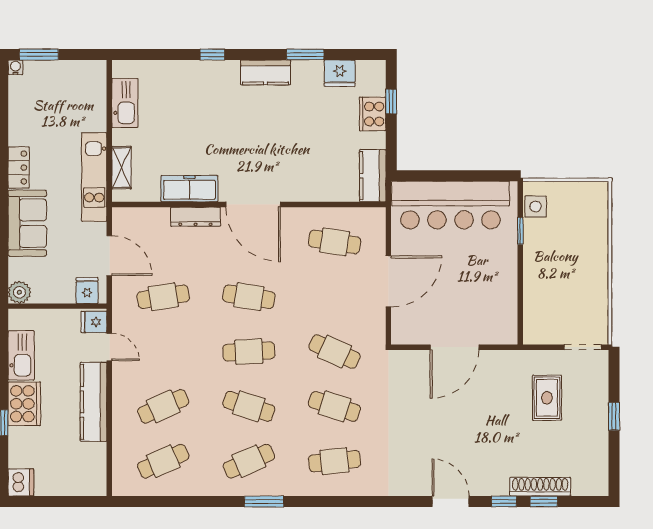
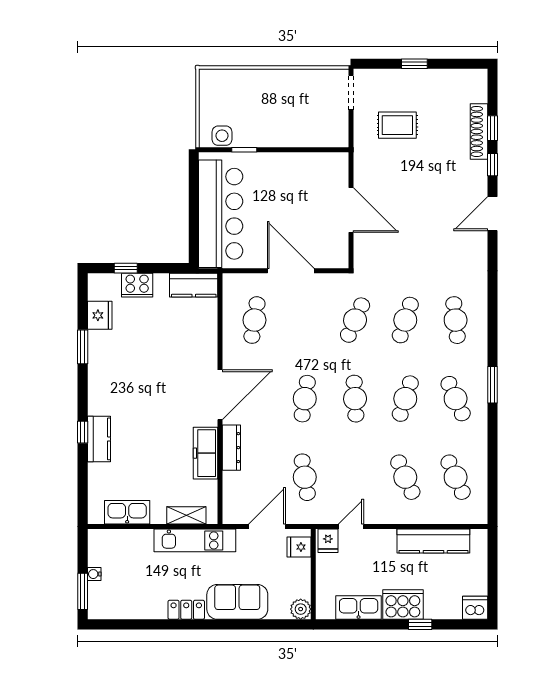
water cooler: (15, 67) -> (94, 574), moved
kitchen counter: (266, 72) -> (99, 439), moved
kitchen counter: (94, 402) -> (433, 541), moved

